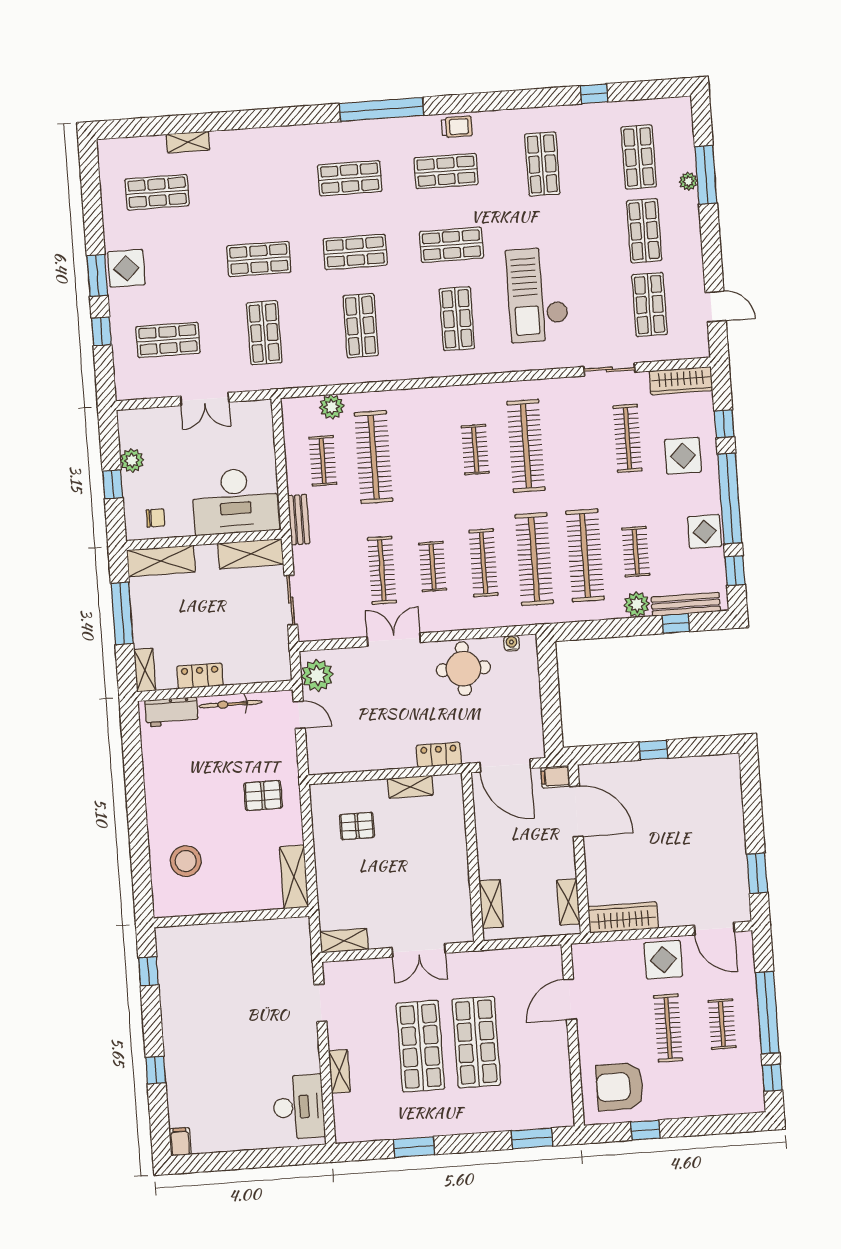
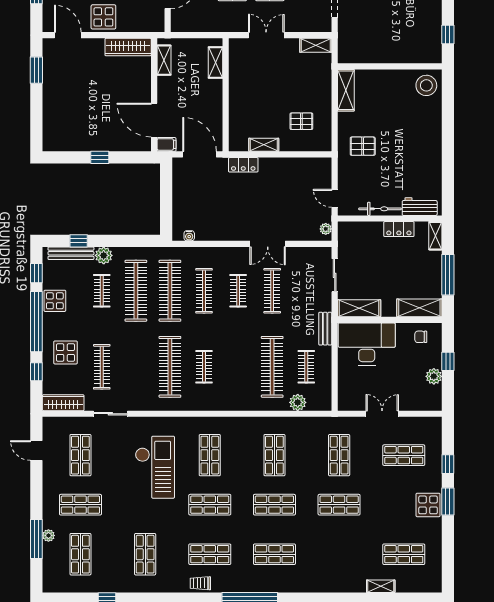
shop shelf: (644, 231) -> (80, 505), turned 90
round table: (463, 669) -> (223, 221), removed
plant: (317, 675) -> (326, 229), width x0.53, depth x0.53
stool: (186, 861) -> (426, 85), moved

